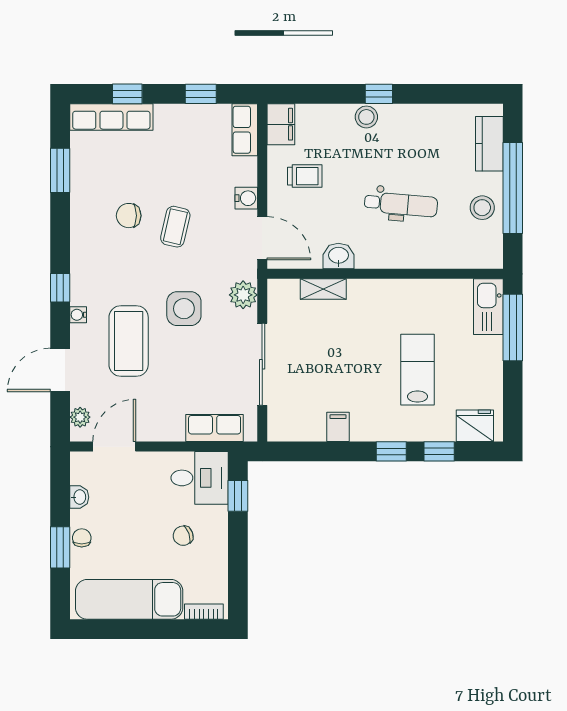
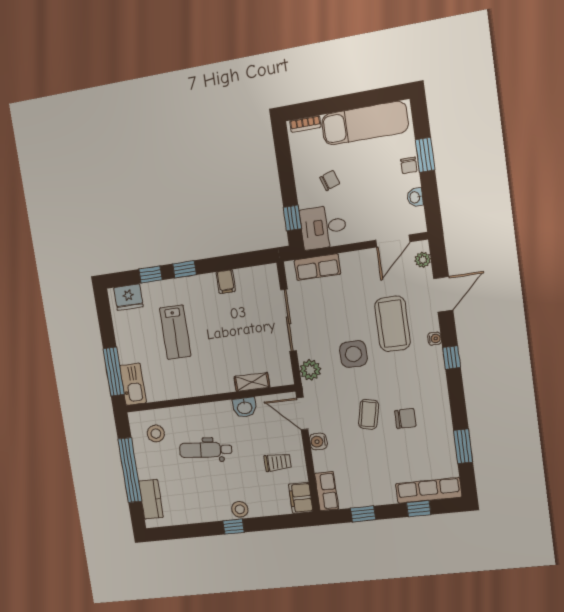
trolley: (305, 176) -> (278, 462), turned 180
stool: (482, 208) -> (156, 434), moved

